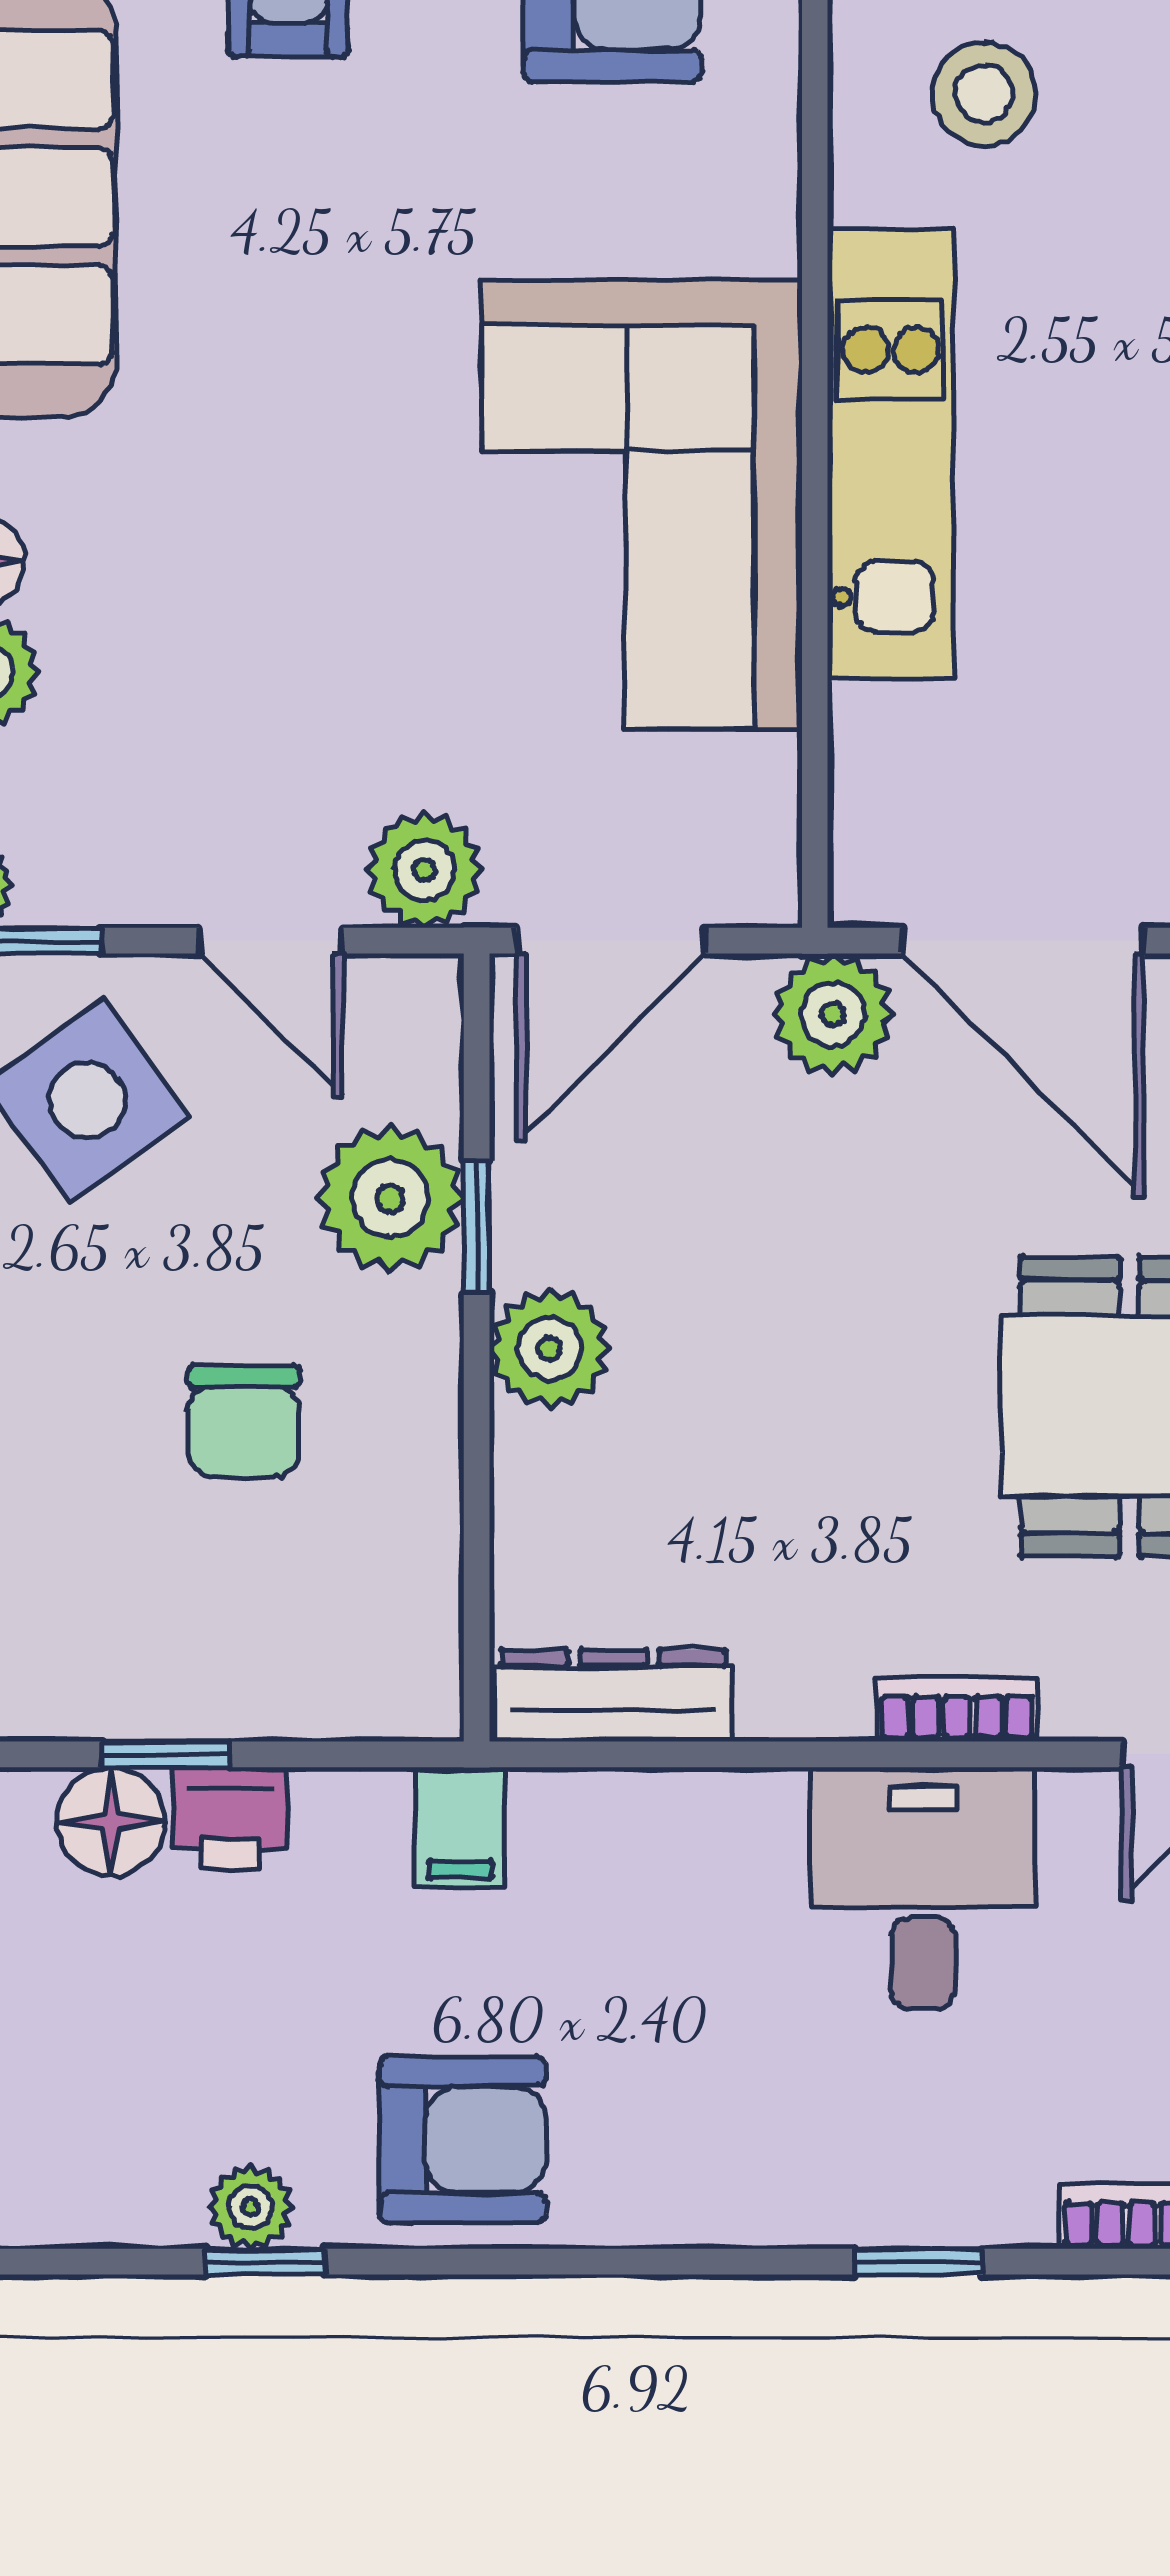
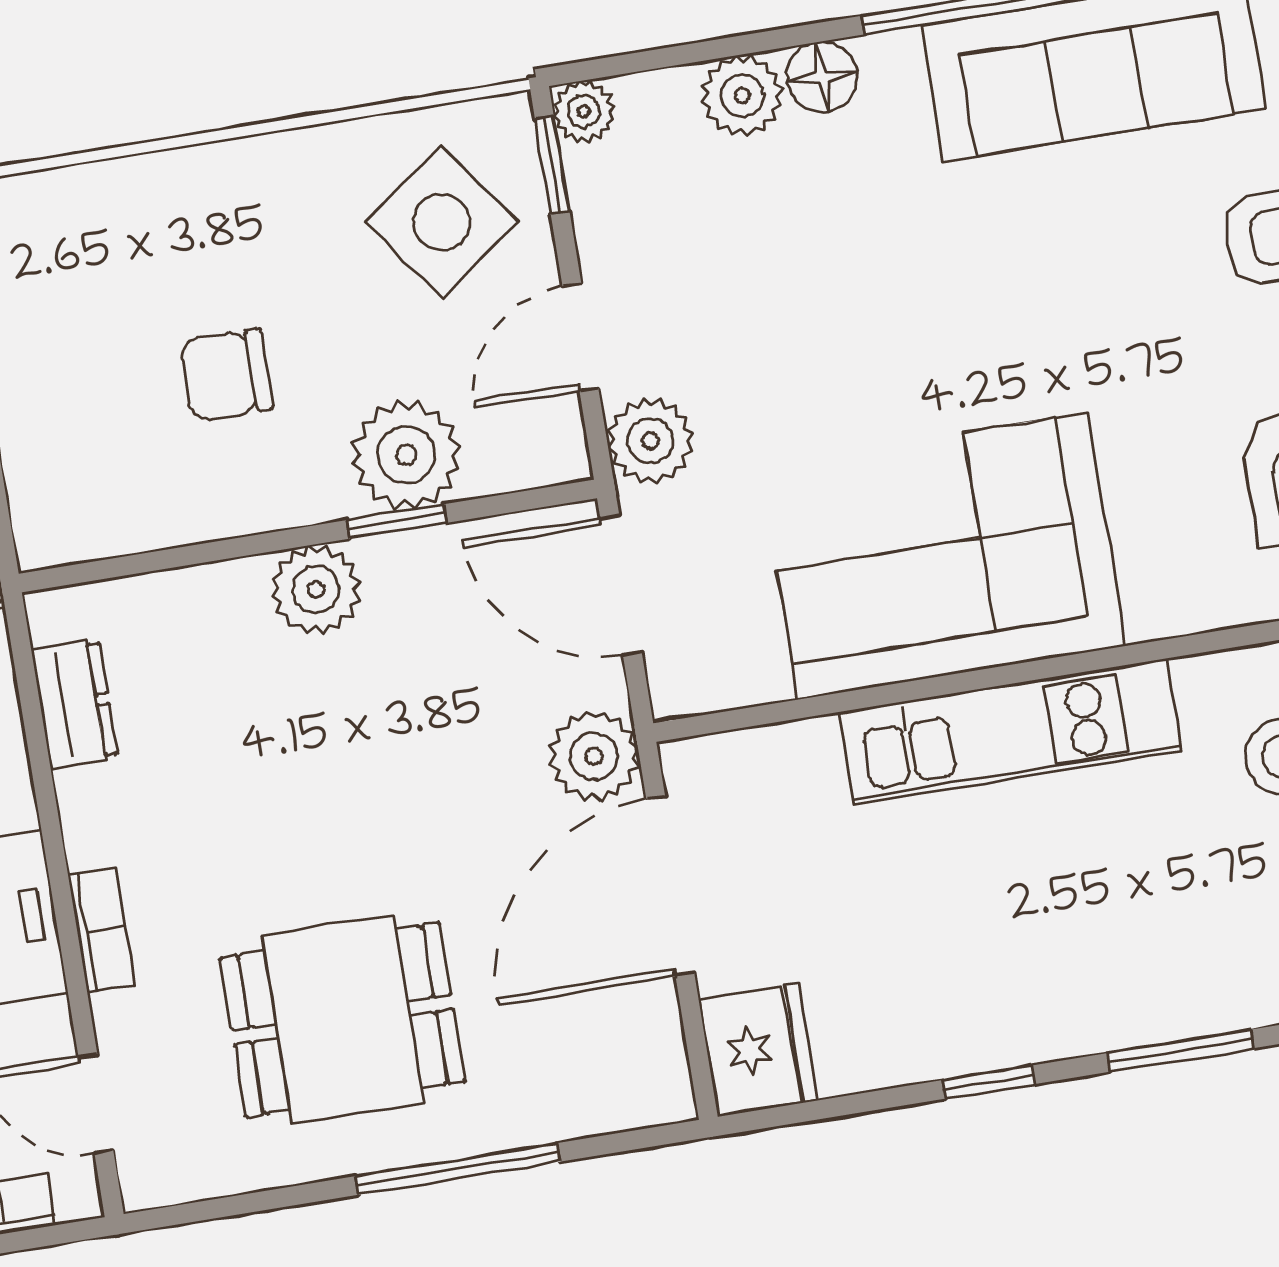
dresser: (613, 1696) -> (74, 704), width x0.70

